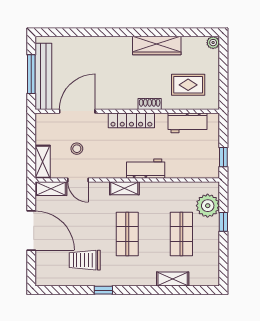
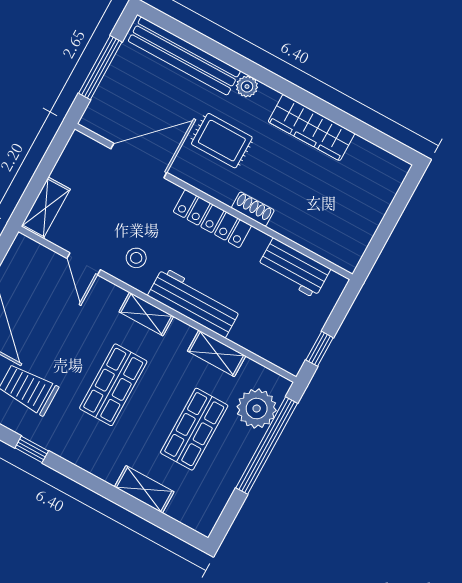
plant: (213, 43) -> (247, 86), moved
bench: (43, 76) -> (184, 56), moved, turned 90
rug: (188, 85) -> (222, 141), moved
stool: (77, 149) -> (136, 258), moved
workbench: (146, 169) -> (194, 302), width x1.38
shelving: (51, 189) -> (217, 353), moved
window: (223, 222) -> (267, 446), width x3.17

